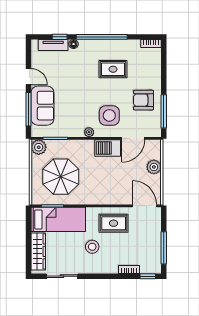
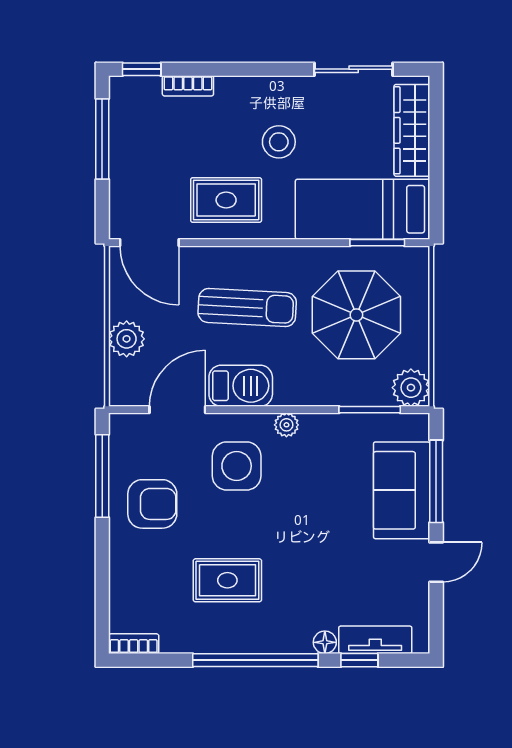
door: (28, 77) -> (436, 562), swing flipped
sun lounger: (105, 180) -> (247, 308), added

